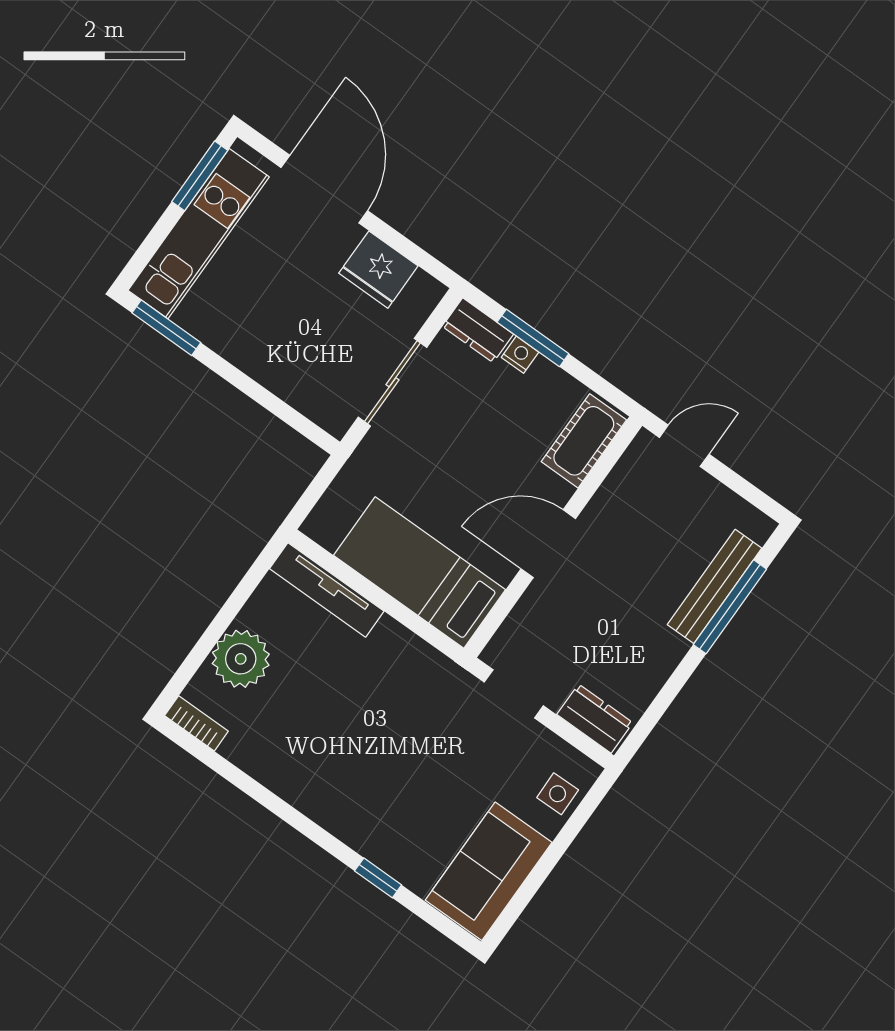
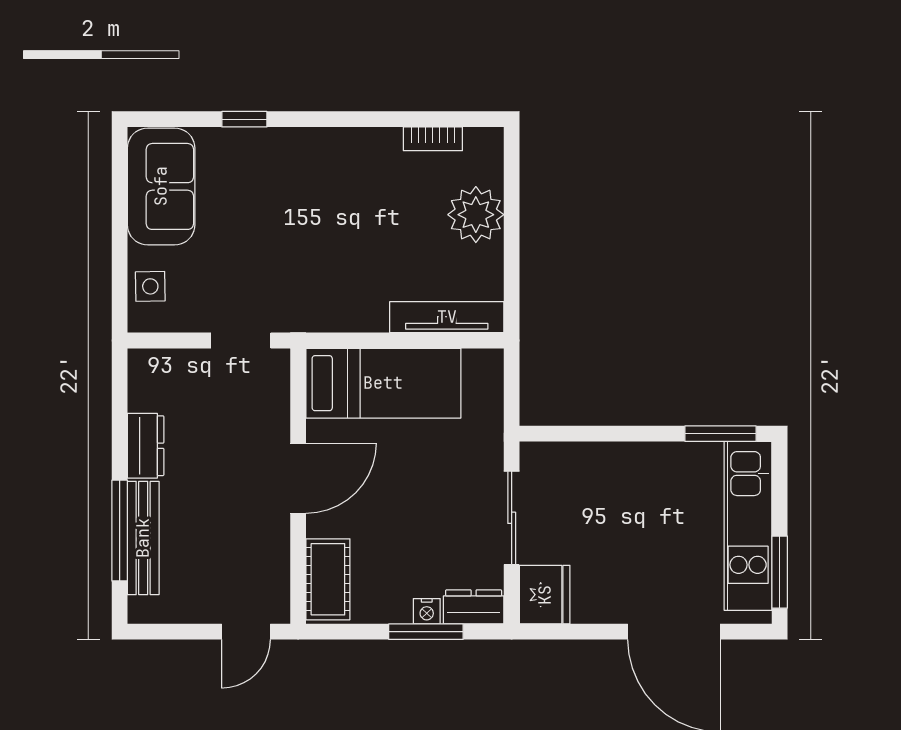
fridge: (378, 270) -> (545, 595), moved, turned 90
dresser: (595, 719) -> (146, 446), moved, turned -90
bookcase: (196, 723) -> (433, 139), moved

